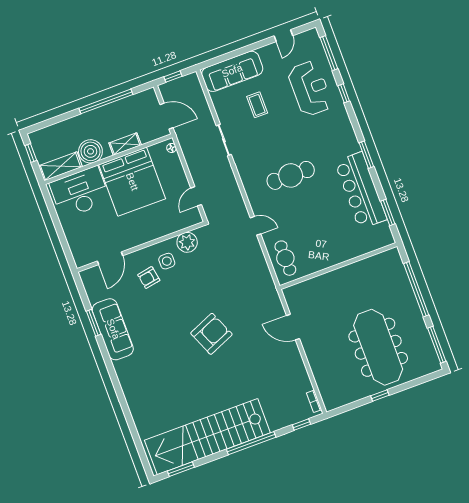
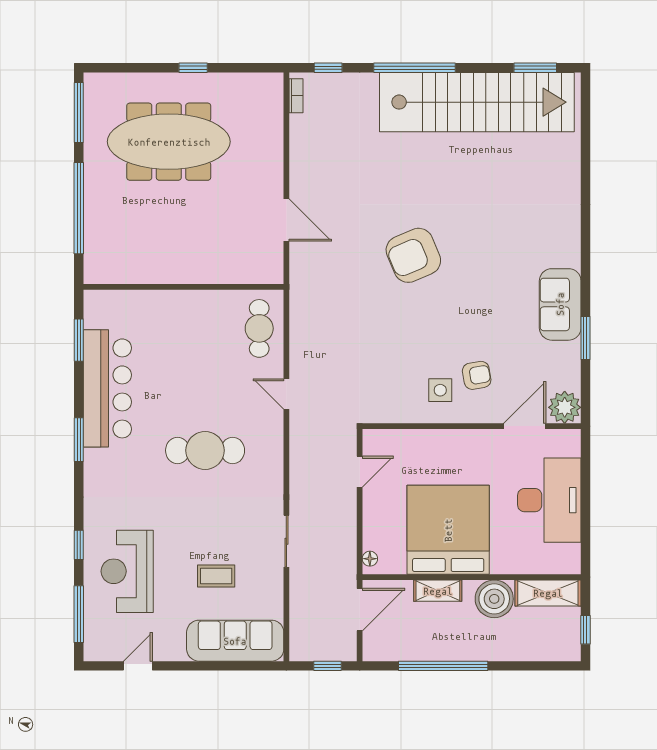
coffee table: (257, 105) -> (216, 576), turned 90
door: (166, 116) -> (360, 610), swing flipped
desk: (80, 192) -> (549, 500), moved, turned -90
plant: (187, 242) -> (565, 407), moved
sofa: (113, 329) -> (560, 304), width x0.73
meeting table: (378, 347) -> (169, 142), turned 90

